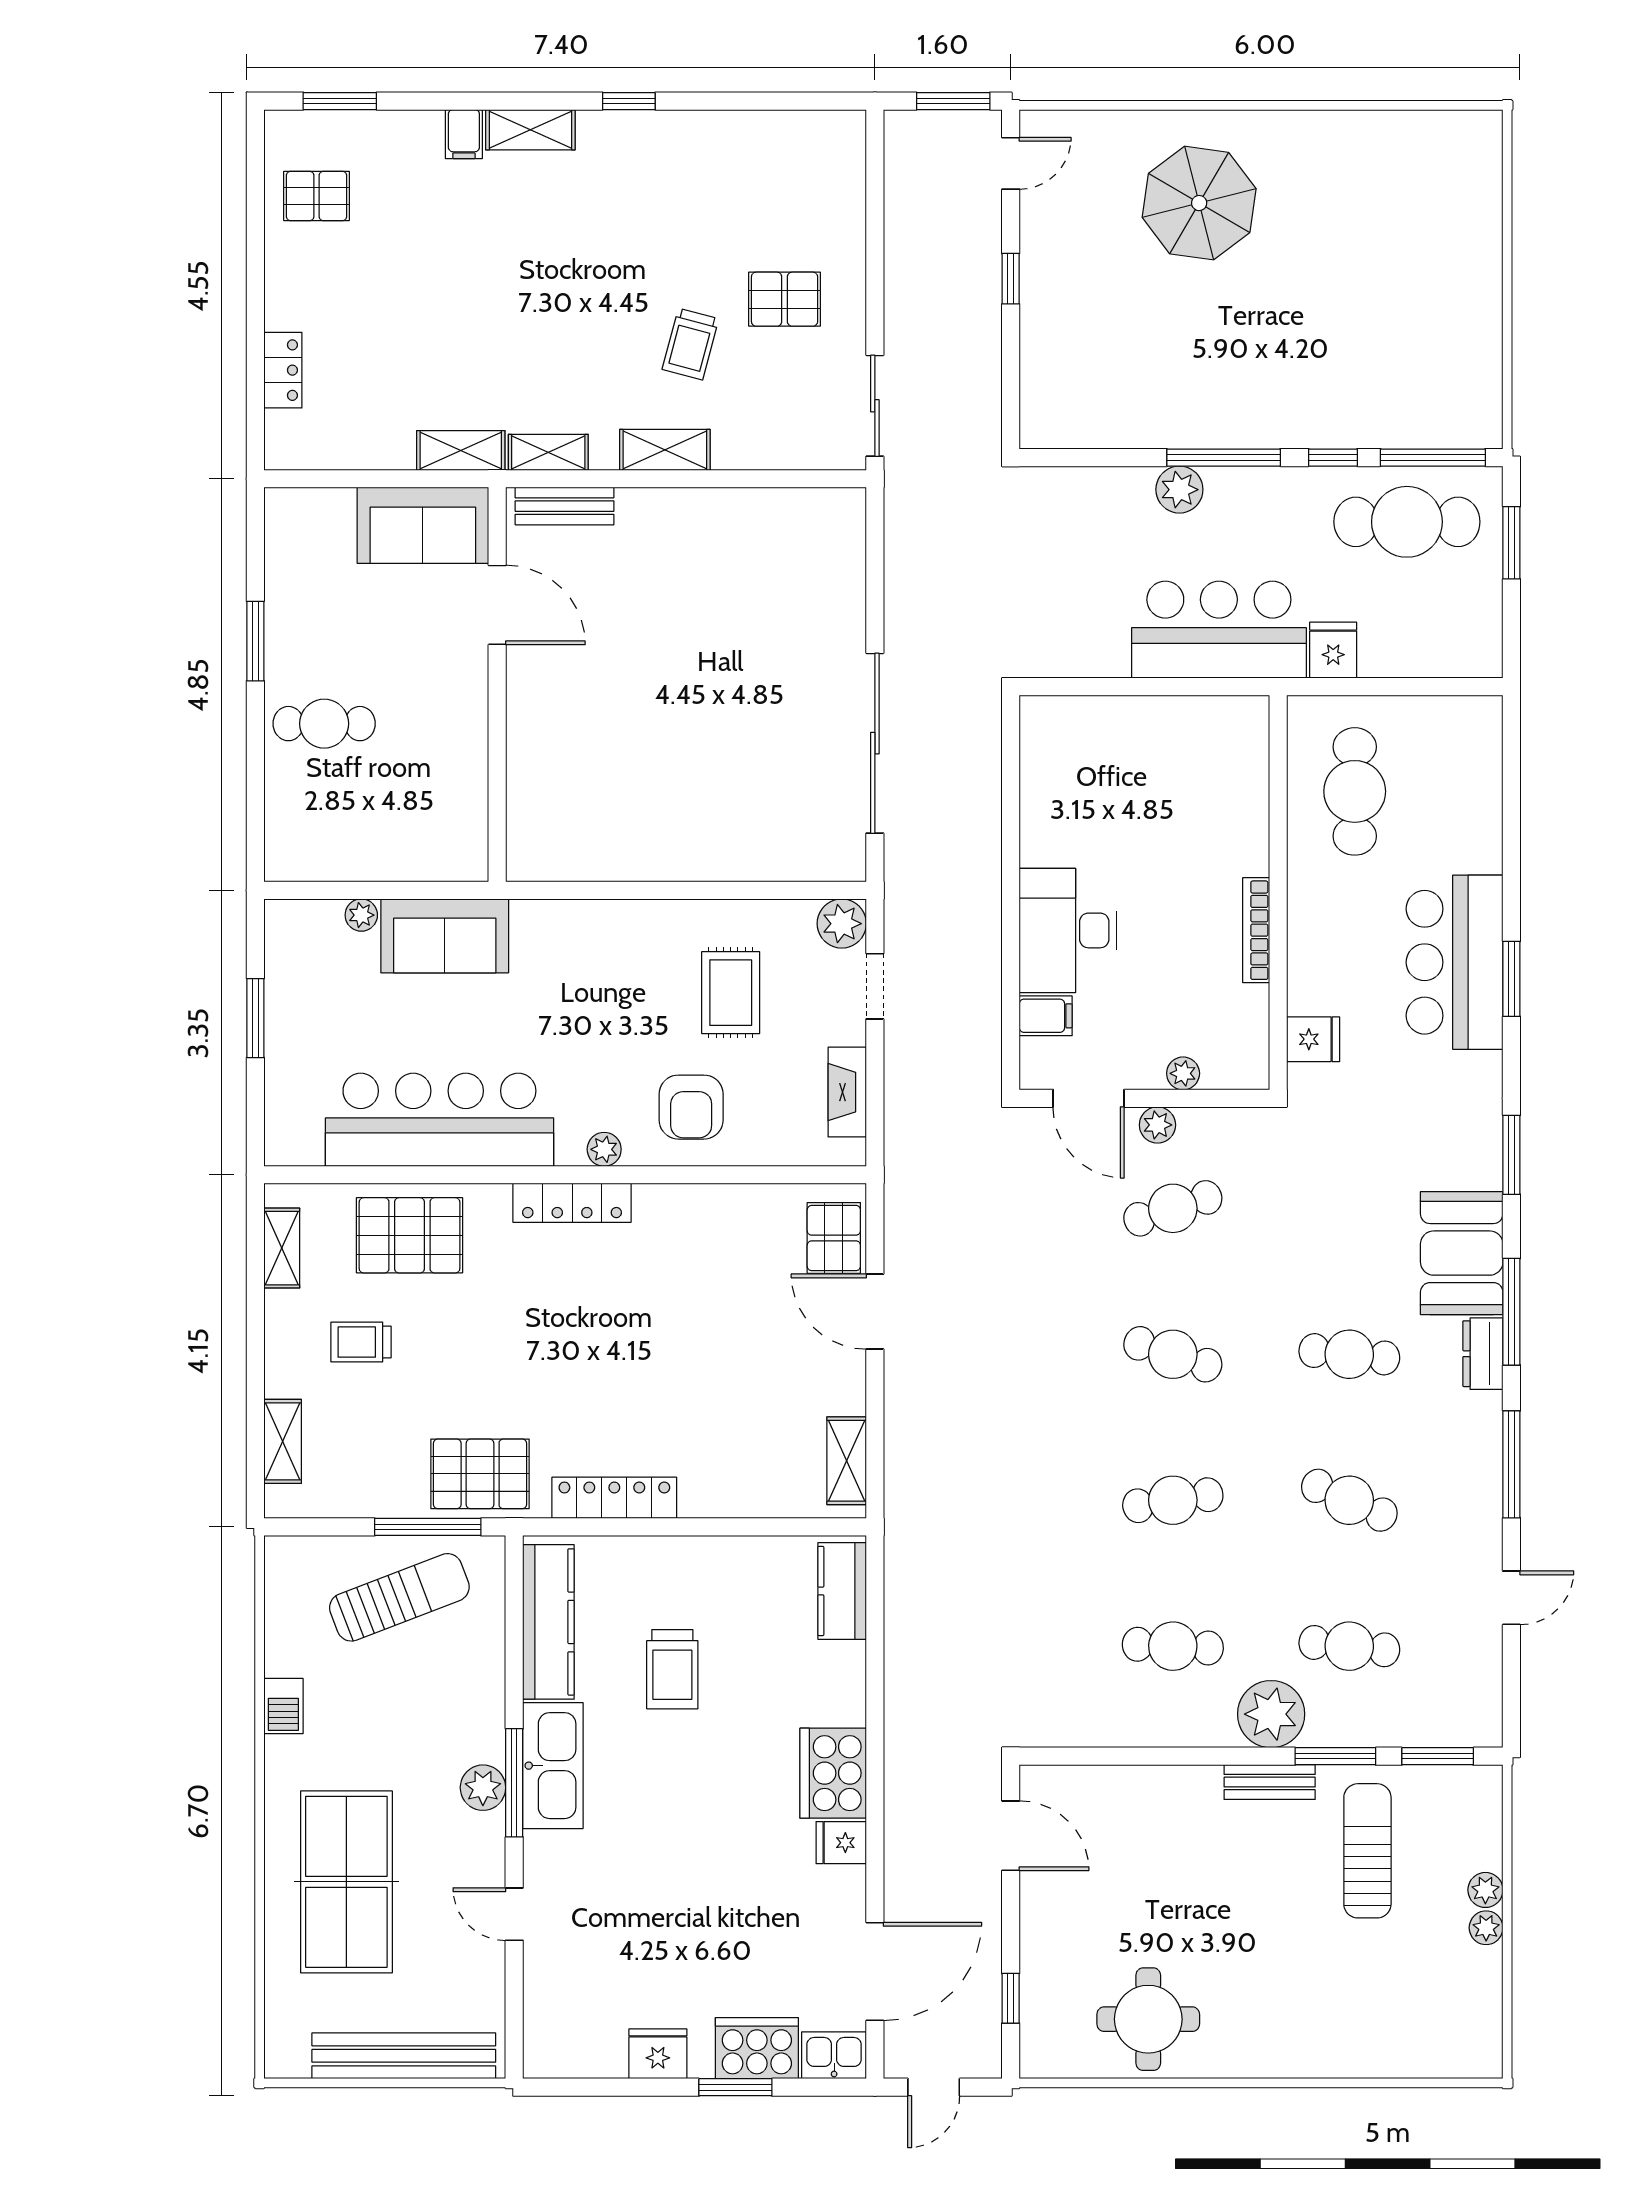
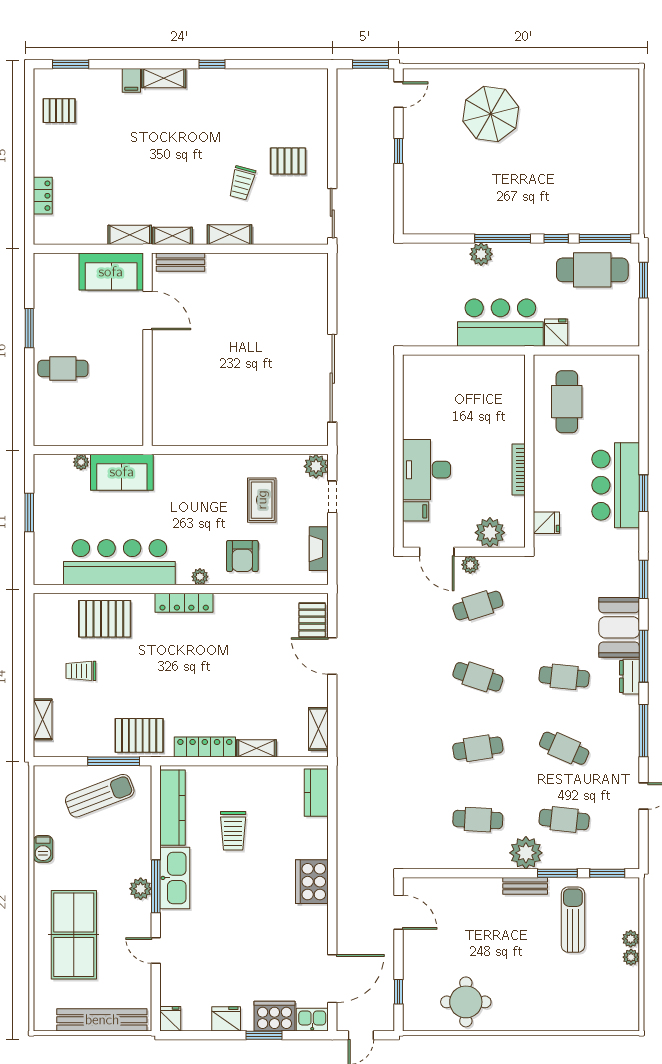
plant: (1183, 1073) -> (490, 533), width x1.88, depth x1.88
shelving: (282, 1248) -> (256, 748), moved, turned 90
fridge: (841, 1843) -> (170, 1019), moved, turned 90

